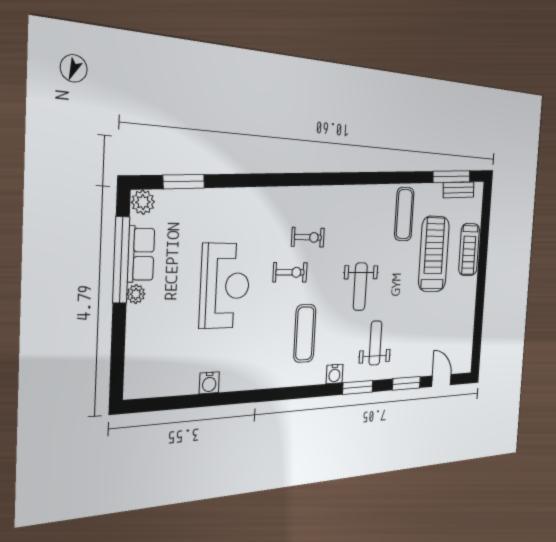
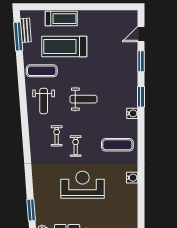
exercise mat: (305, 333) -> (117, 145), moved
weight bench: (375, 343) -> (44, 101), moved, turned -90
water cooler: (209, 383) -> (132, 178), moved

